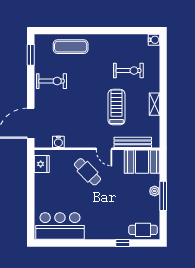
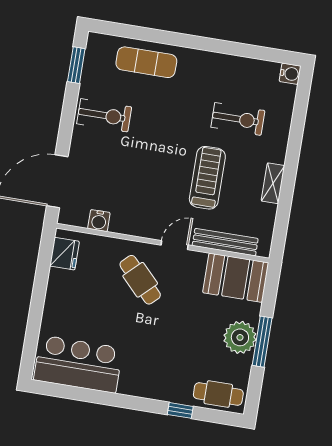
door: (104, 149) -> (175, 245), swing flipped
plant: (155, 191) -> (240, 337), width x1.88, depth x1.88

